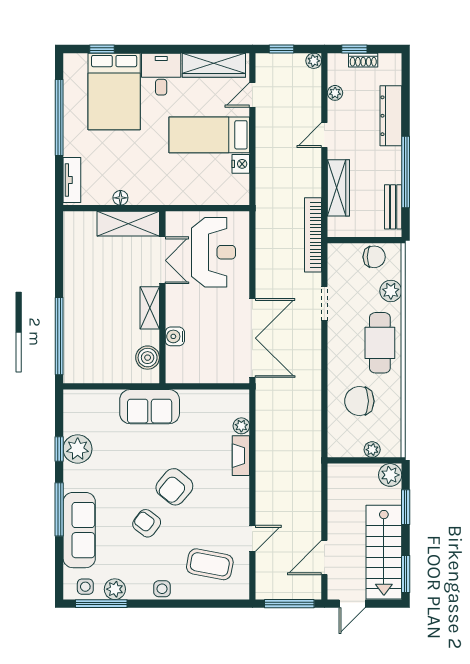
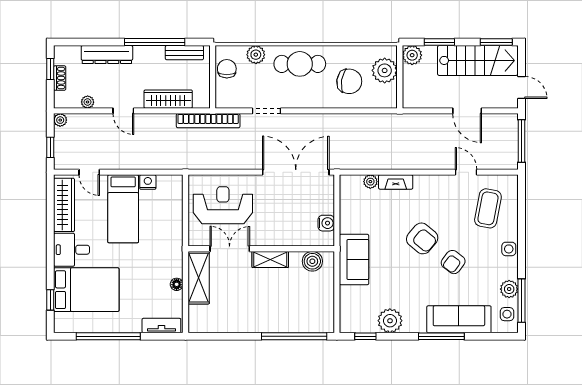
window: (354, 49) -> (50, 69), moved
water cooler: (175, 336) -> (326, 223), moved, turned -90
chair: (359, 401) -> (349, 81), turned -81
window: (59, 449) -> (365, 336), moved
plant: (372, 450) -> (385, 70), width x1.88, depth x1.88
door: (324, 558) -> (467, 111), moved

